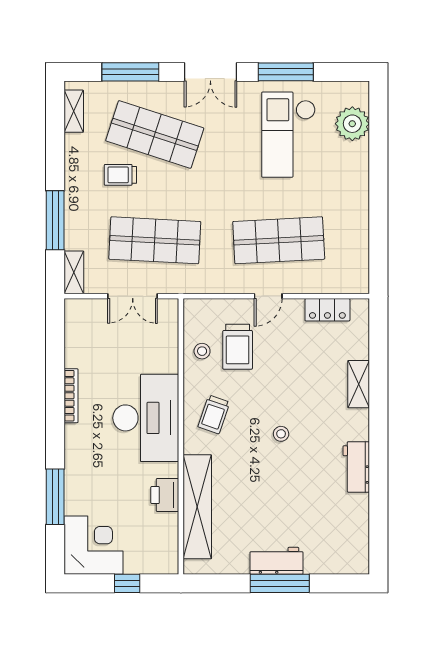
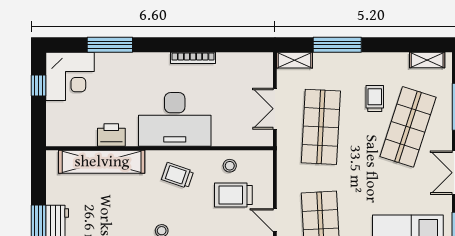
window: (127, 583) -> (39, 86), moved

